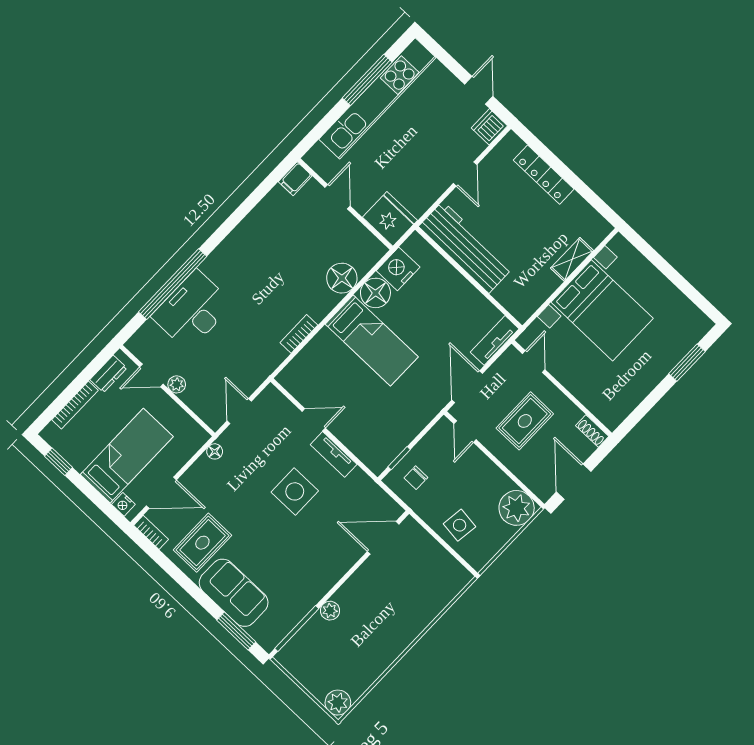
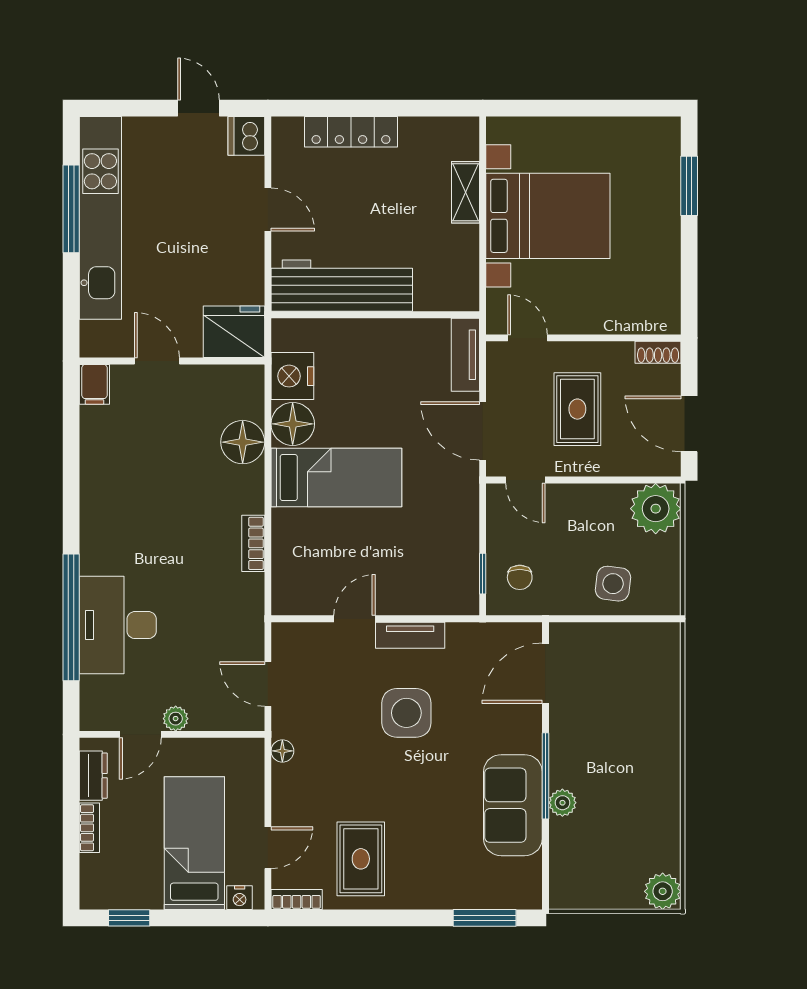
bookcase: (75, 405) -> (89, 828), width x0.64
door: (161, 493) -> (268, 848), width x0.73
sofa: (234, 593) -> (513, 805), moved, turned -90
window: (297, 628) -> (545, 776), moved

